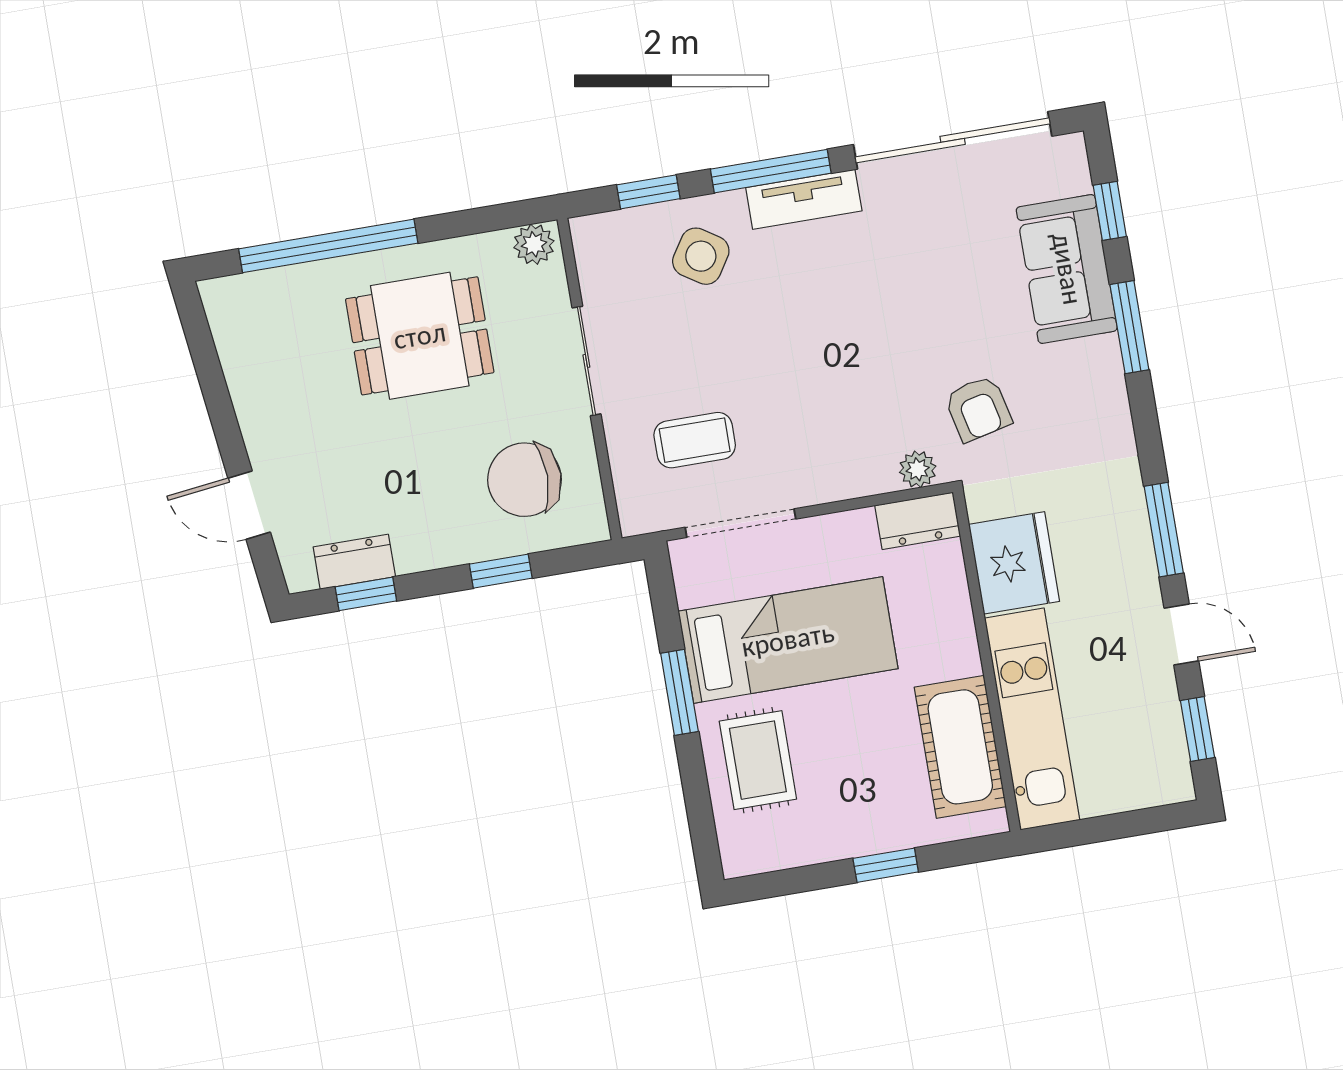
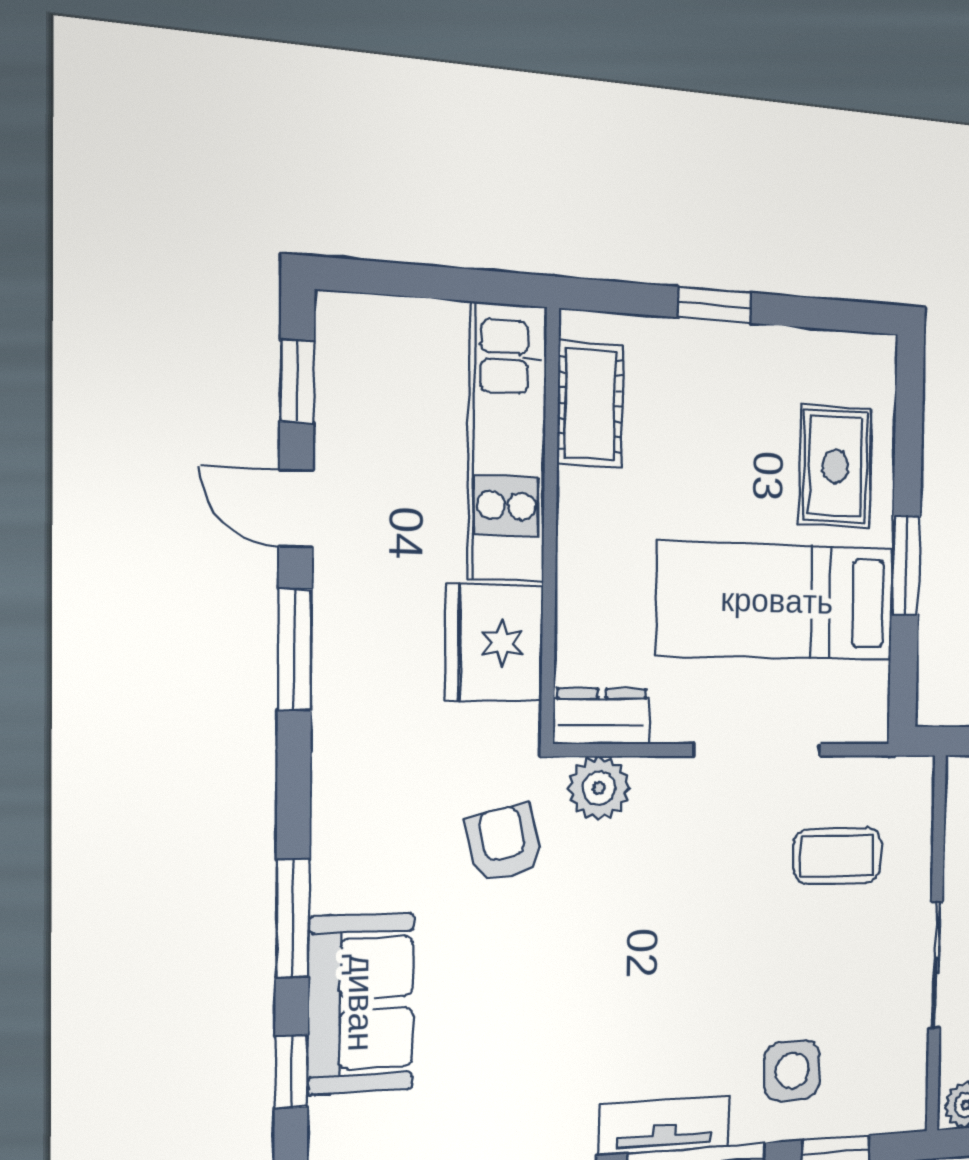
side table: (701, 256) -> (792, 1071), turned -33
plant: (918, 469) -> (599, 788), width x1.38, depth x1.38
doorway: (740, 523) -> (757, 750), moved
cot: (960, 747) -> (590, 405), width x0.73, depth x0.75

